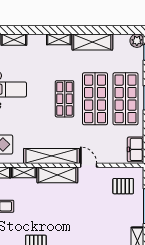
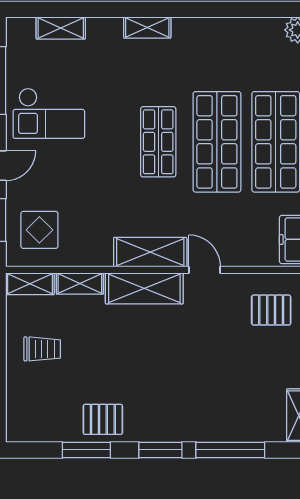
shelving: (92, 42) -> (212, 32), removed
shelving: (52, 156) -> (150, 252), width x0.68

